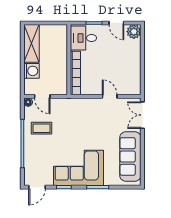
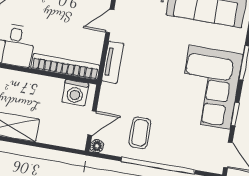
washing machine: (31, 71) -> (75, 93), moved, turned 180
tv unit: (84, 103) -> (113, 62), added

